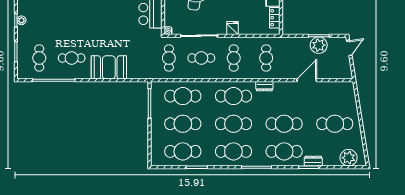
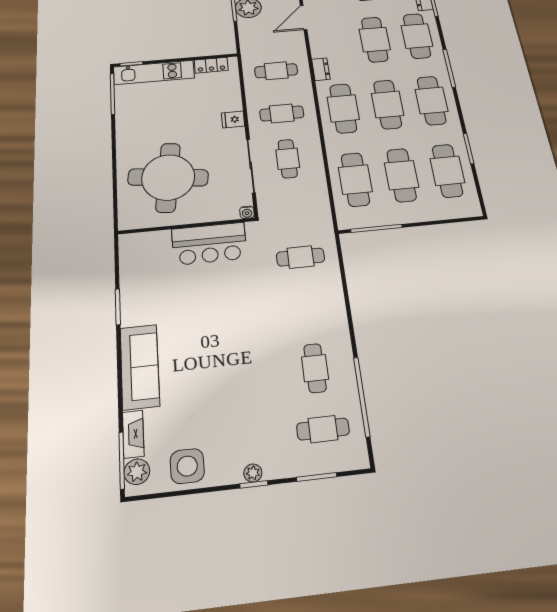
cafe table: (169, 58) -> (300, 257), moved
booth: (109, 67) -> (323, 301), removed
door: (307, 80) -> (304, 18), hinge flipped

